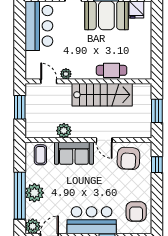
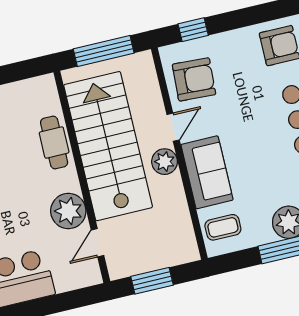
plant: (66, 74) -> (68, 211), width x1.88, depth x1.88
stairs: (102, 95) -> (108, 146), width x1.36, depth x1.51
window: (157, 111) -> (104, 51), width x1.44
plant: (64, 131) -> (165, 162), moved

